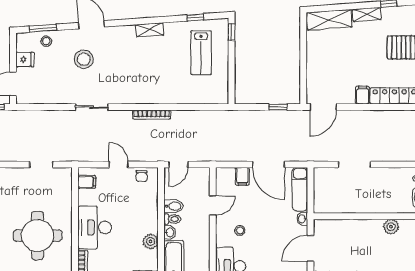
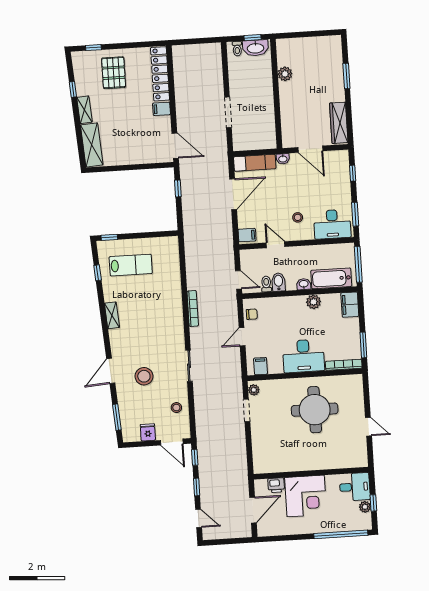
stool: (46, 41) -> (176, 408), moved
plant: (62, 173) -> (254, 390), added
filing cabinet: (242, 176) -> (247, 235), moved
toilet: (172, 219) -> (266, 284), moved

